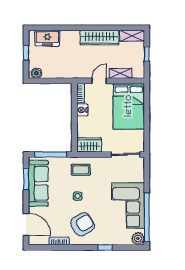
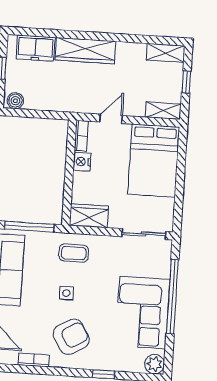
wardrobe: (99, 38) -> (85, 51), moved
shelving: (120, 73) -> (163, 111), moved
window: (147, 217) -> (172, 297), moved

